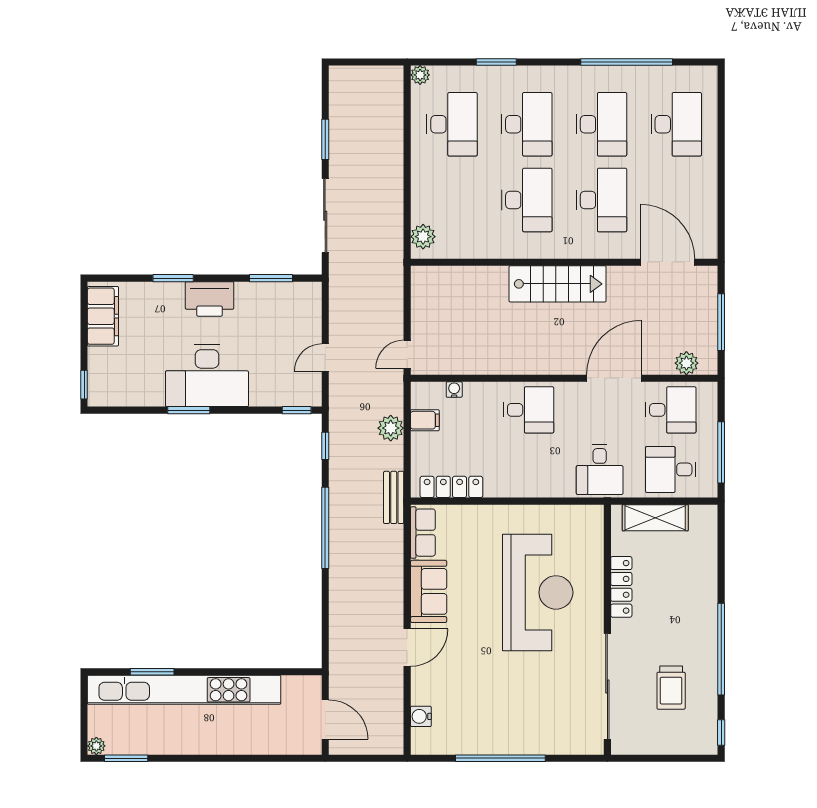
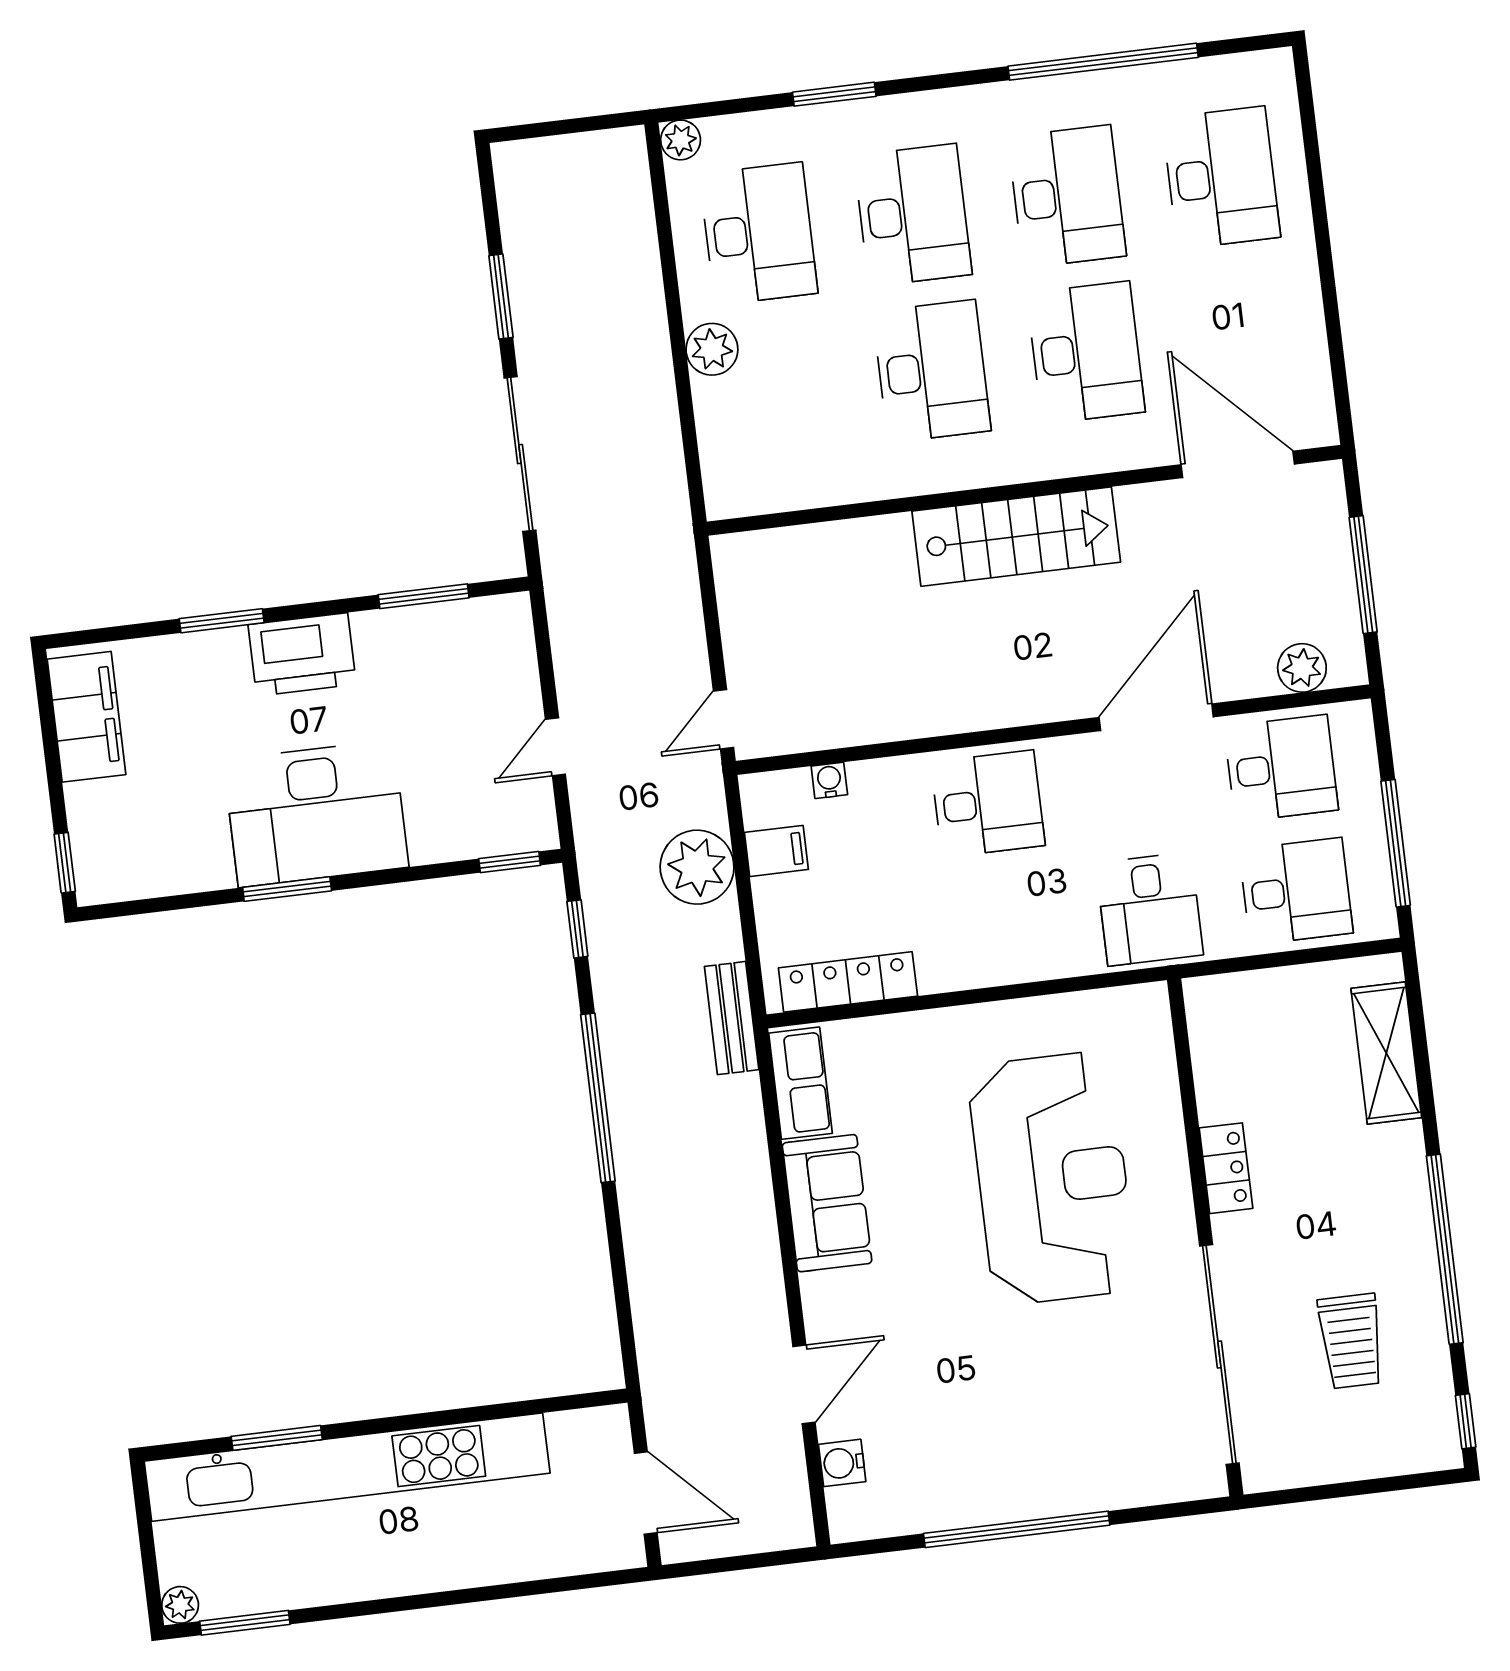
plant: (423, 237) -> (712, 349), moved
plant: (391, 428) -> (697, 867), width x1.36, depth x1.36
desk: (671, 469) -> (1296, 891), turned 180
shelving: (655, 518) -> (1386, 1053), moved, turned 90
locker: (621, 587) -> (1226, 1168), width x0.66
door: (407, 648) -> (804, 1384), moved

